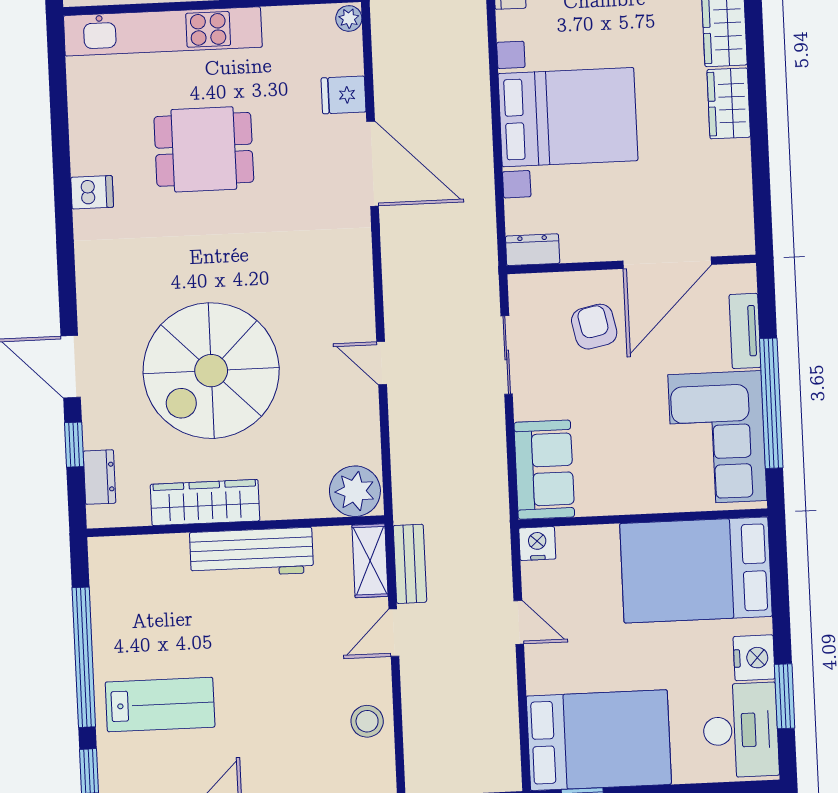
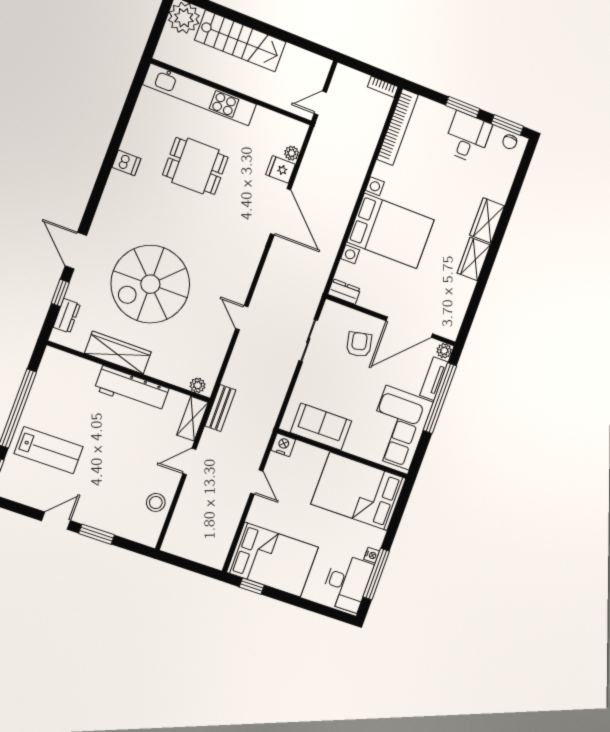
plant: (349, 18) -> (292, 153), moved
plant: (743, 277) -> (444, 351), added
window: (771, 403) -> (440, 398), moved
sofa: (544, 470) -> (321, 427), moved, turned -90
plant: (355, 491) -> (198, 385), width x0.53, depth x0.53
bench: (410, 564) -> (220, 408), moved
nightstand: (754, 658) -> (372, 555), width x0.53, depth x0.56
window: (785, 696) -> (376, 574), width x1.44

